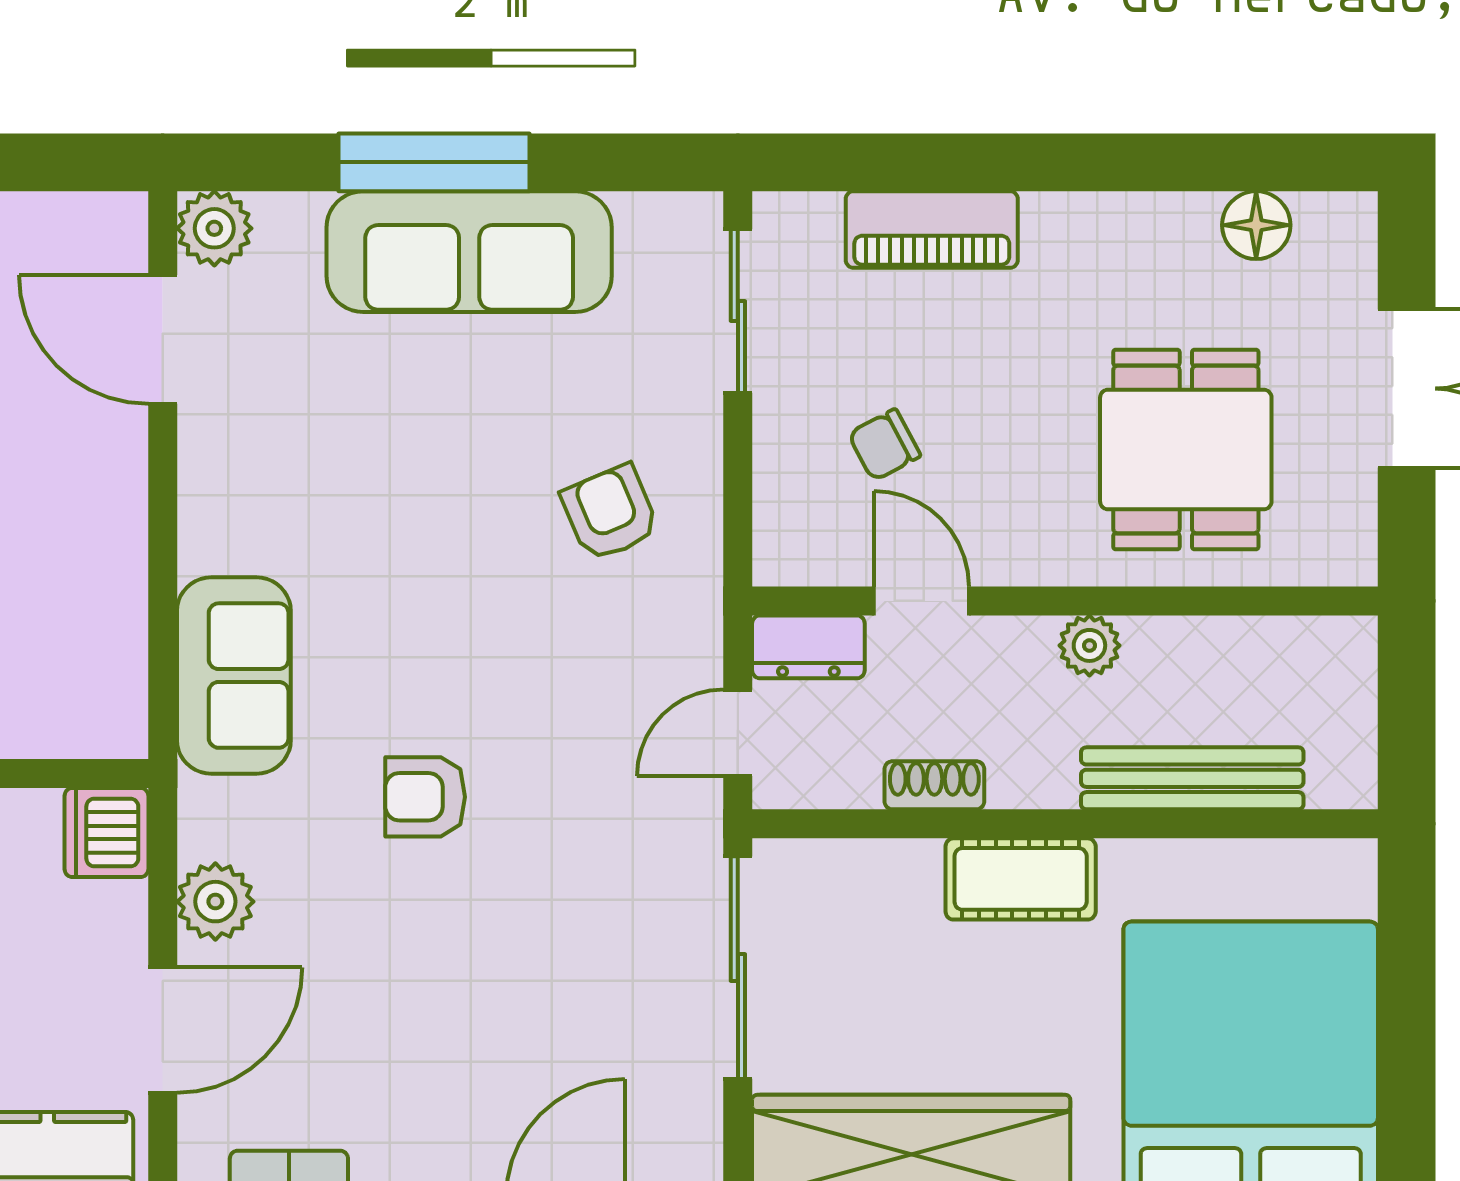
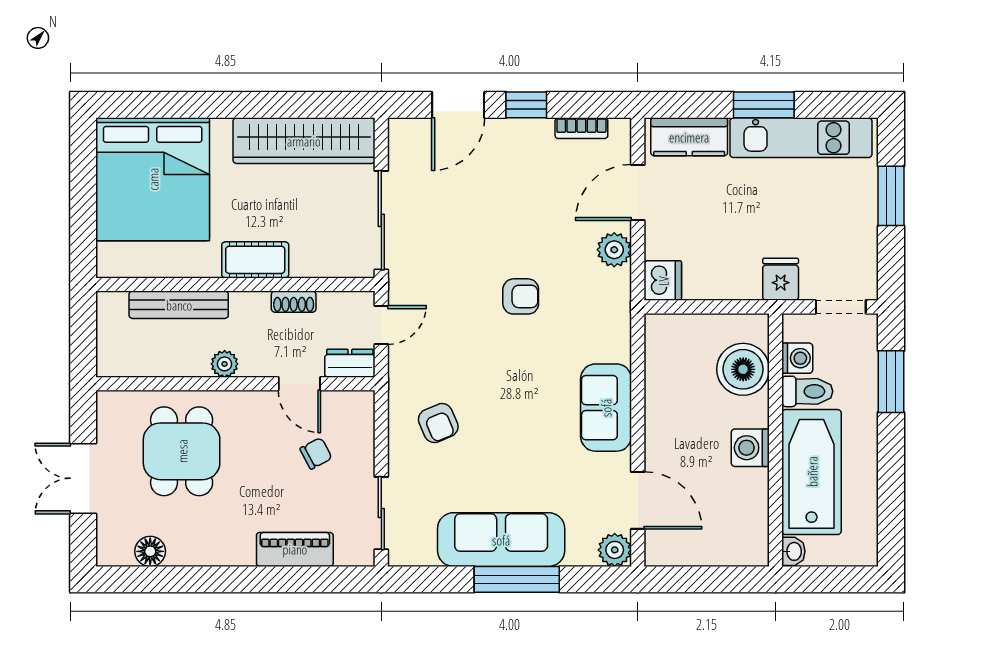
sofa: (234, 676) -> (606, 408), moved

